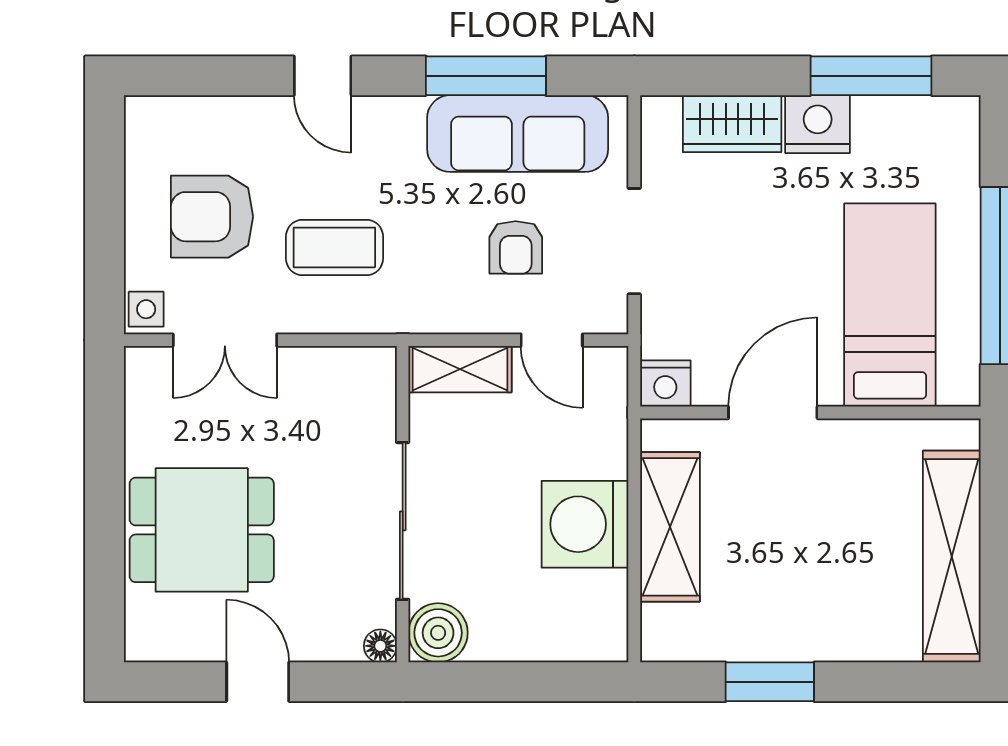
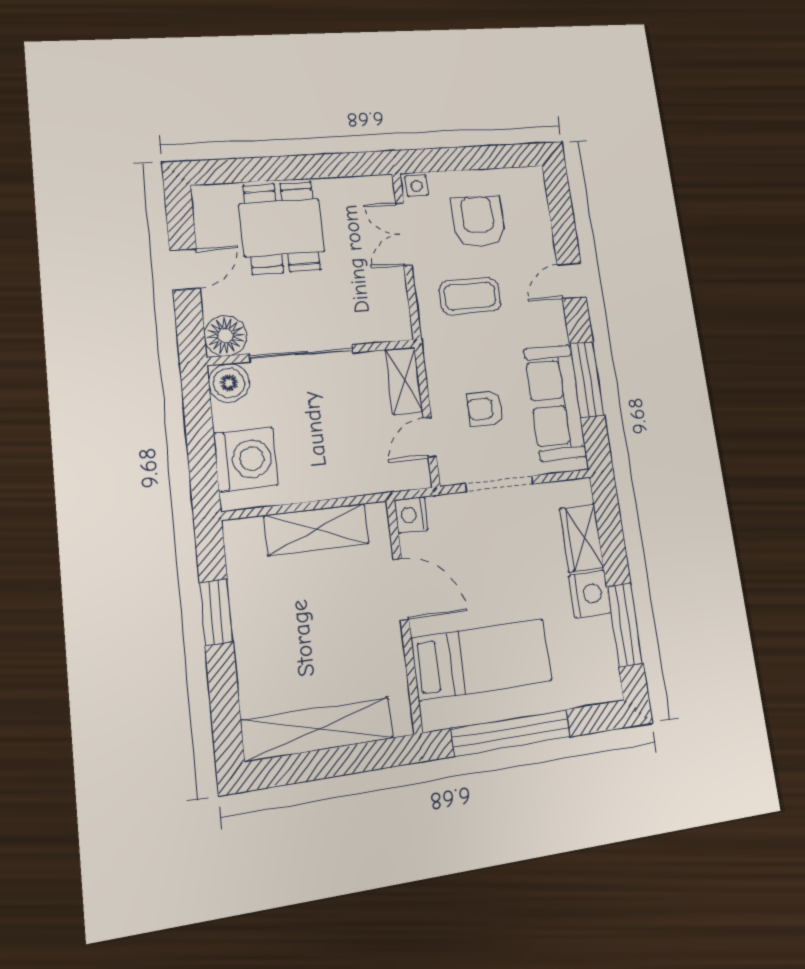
coffee table: (334, 248) -> (470, 296), turned 90
washing machine: (585, 524) -> (246, 459), moved, turned 90
floor lamp: (380, 646) -> (225, 336), width x1.89, depth x1.89

